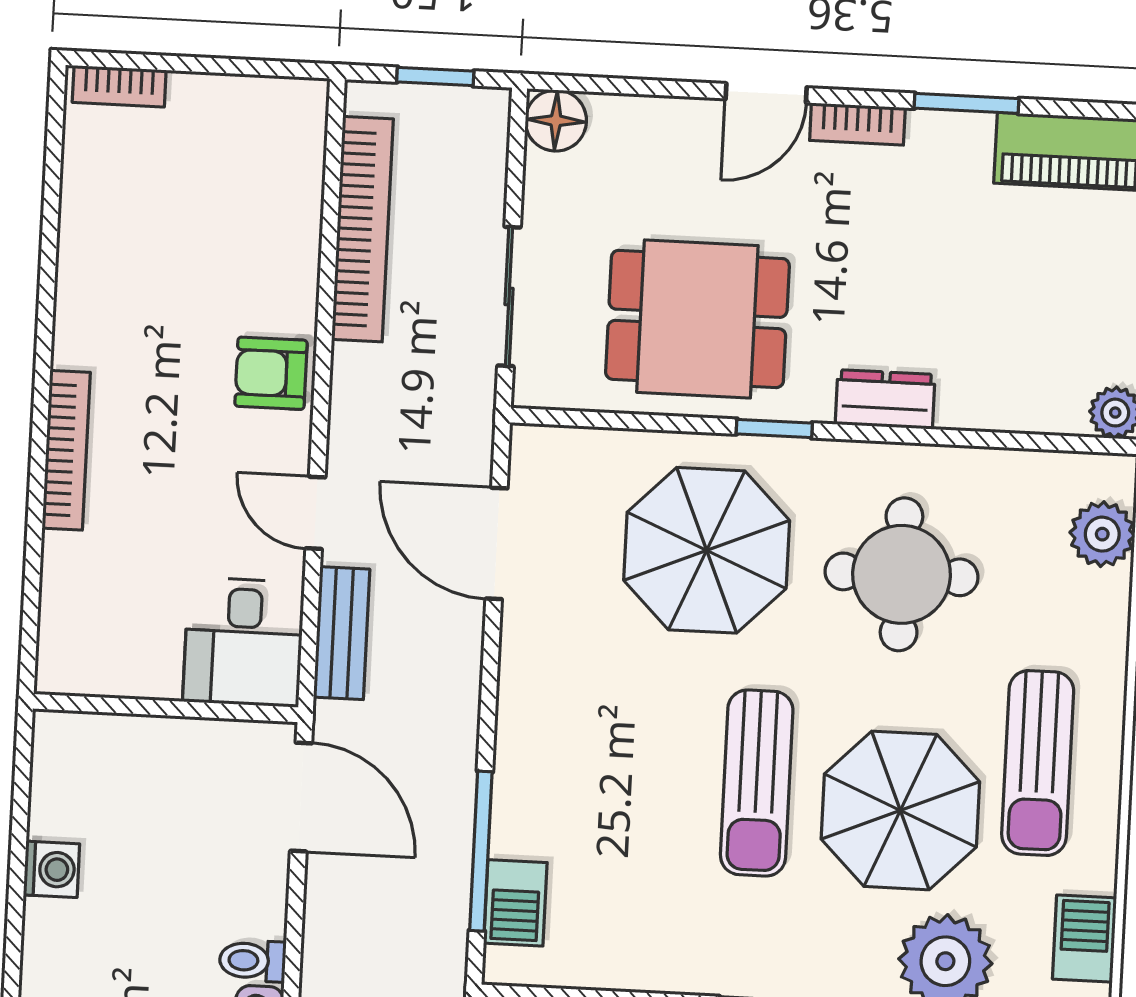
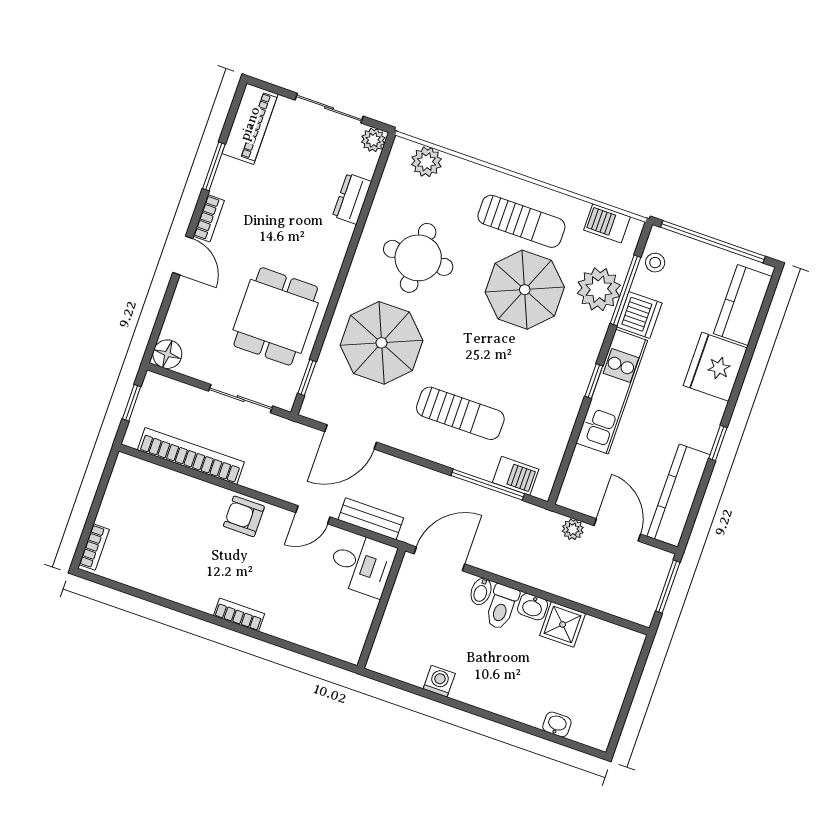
armchair: (271, 373) -> (244, 516), turned 90
dresser: (885, 399) -> (352, 199), moved
window: (774, 428) -> (307, 378), moved
bookcase: (66, 450) -> (239, 615), width x0.64
sun lounger: (757, 783) -> (460, 413), moved
bidet: (259, 901) -> (481, 591), added
toilet: (253, 961) -> (502, 607), width x1.37, depth x1.39

